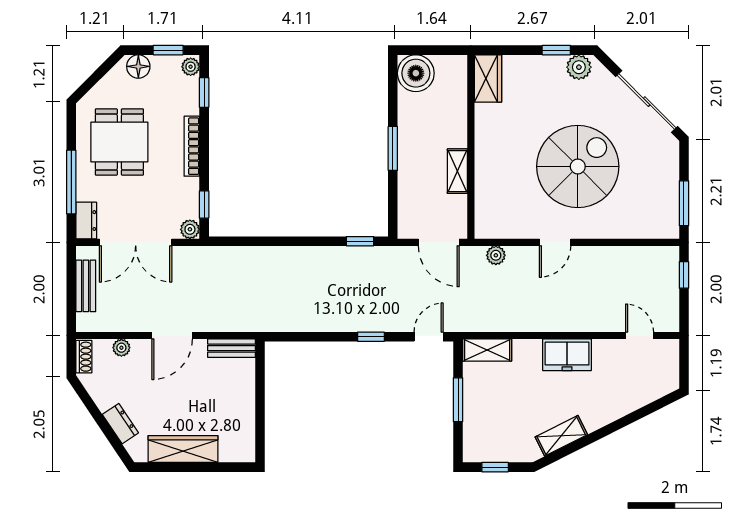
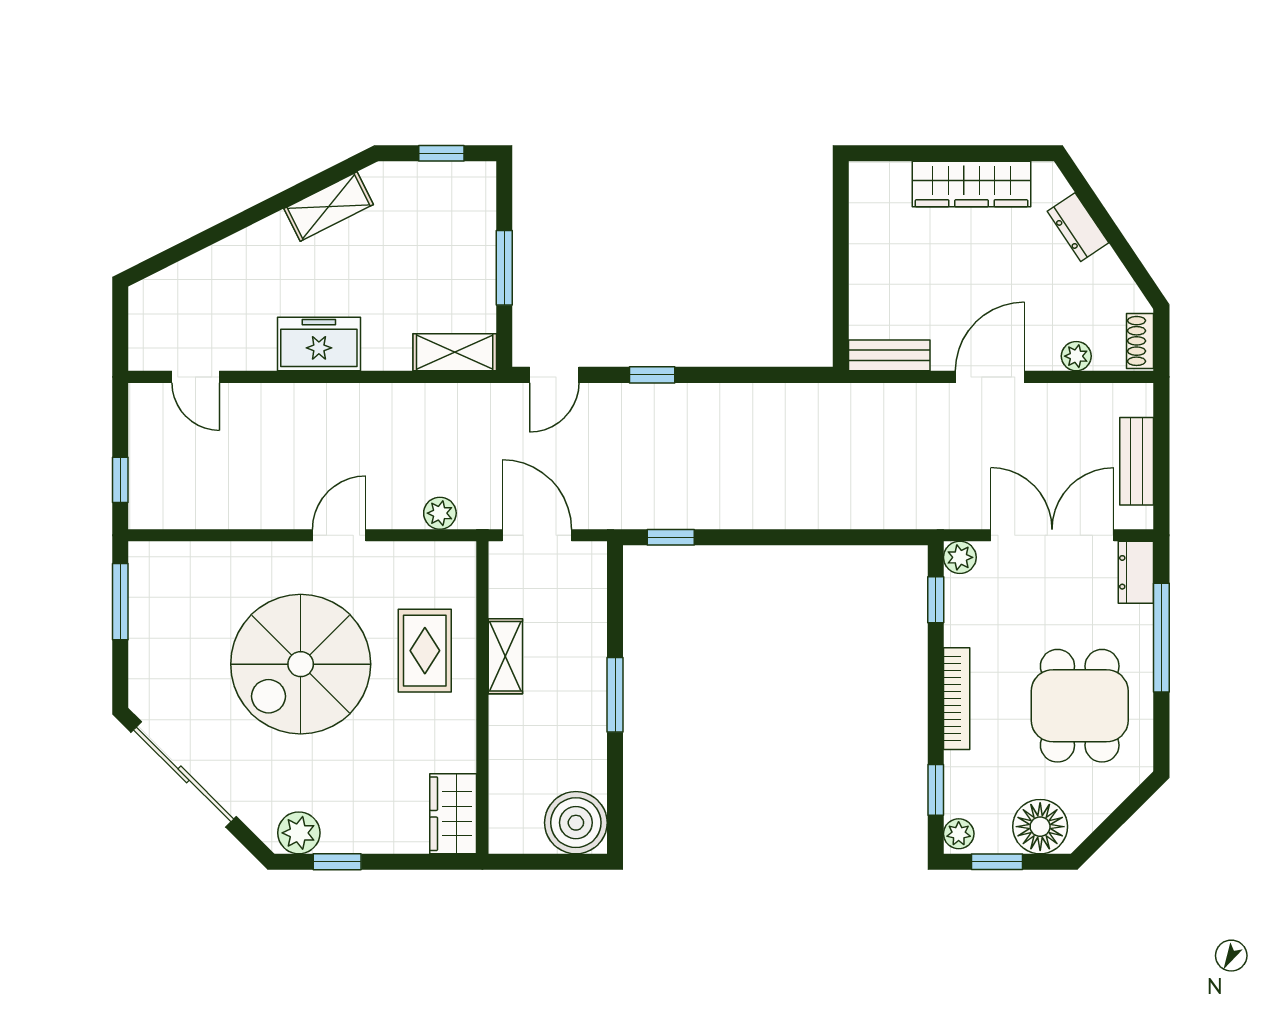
floor lamp: (138, 66) -> (1040, 827), width x1.38, depth x1.38
rug: (505, 174) -> (425, 651), added

